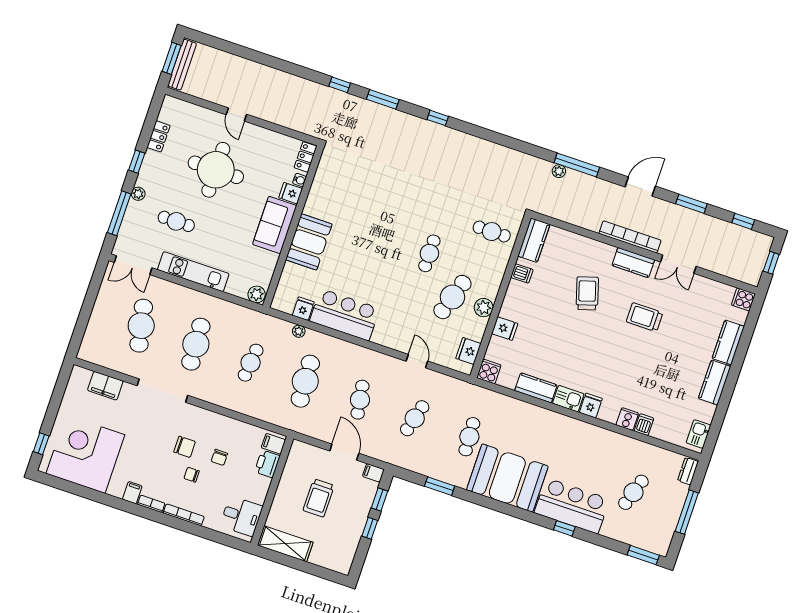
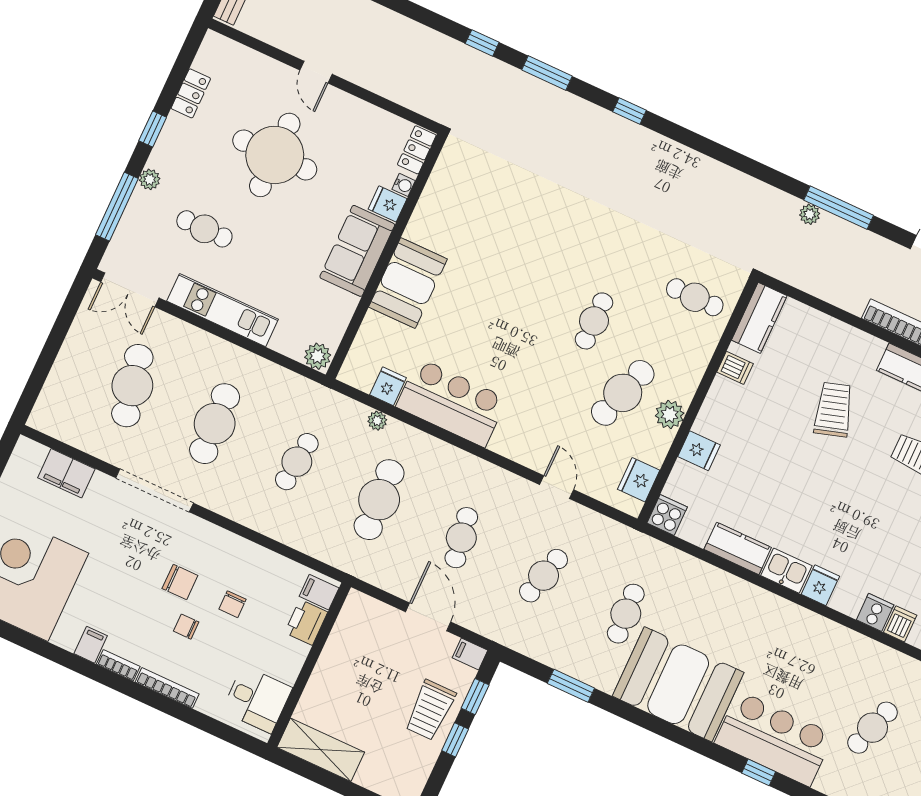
trolley: (319, 498) -> (430, 710), moved

